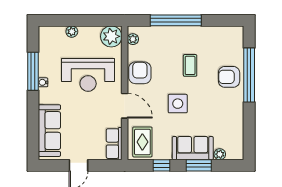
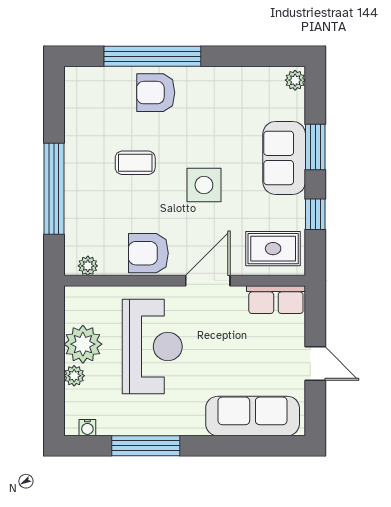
plant: (111, 36) -> (83, 344), moved
armchair: (229, 77) -> (156, 93), turned 90
water cooler: (43, 82) -> (87, 428), moved
plant: (220, 154) -> (295, 80), moved

